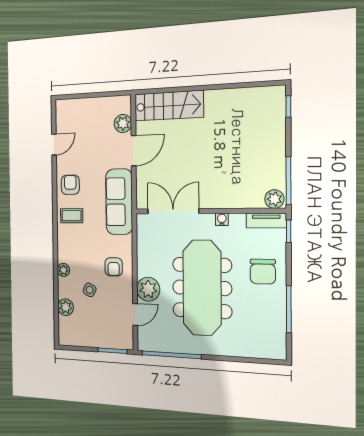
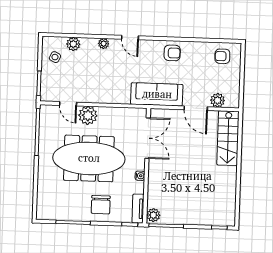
door: (54, 145) -> (130, 38), moved
coffee table: (72, 216) -> (147, 53), removed
armchair: (114, 267) -> (222, 56), moved
chair: (263, 272) -> (101, 205), turned -90
side table: (90, 290) -> (55, 57), moved

